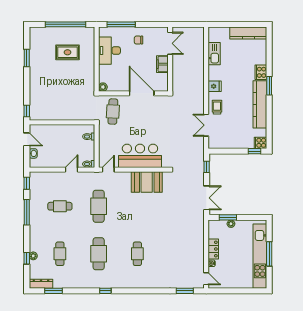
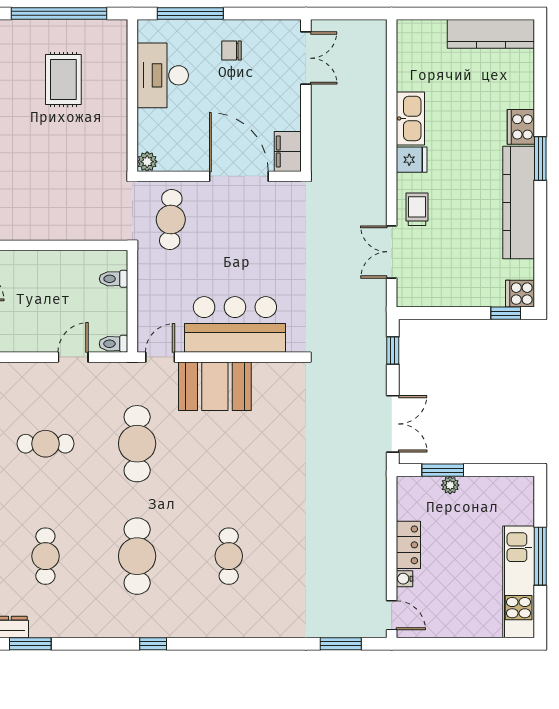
rug: (68, 52) -> (63, 80), turned 90
kitchen sink: (214, 54) -> (410, 118), moved
filing cabinet: (162, 64) -> (288, 151), moved
booth: (147, 182) -> (215, 386), moved
kitchen unit: (260, 256) -> (519, 582), width x0.73

